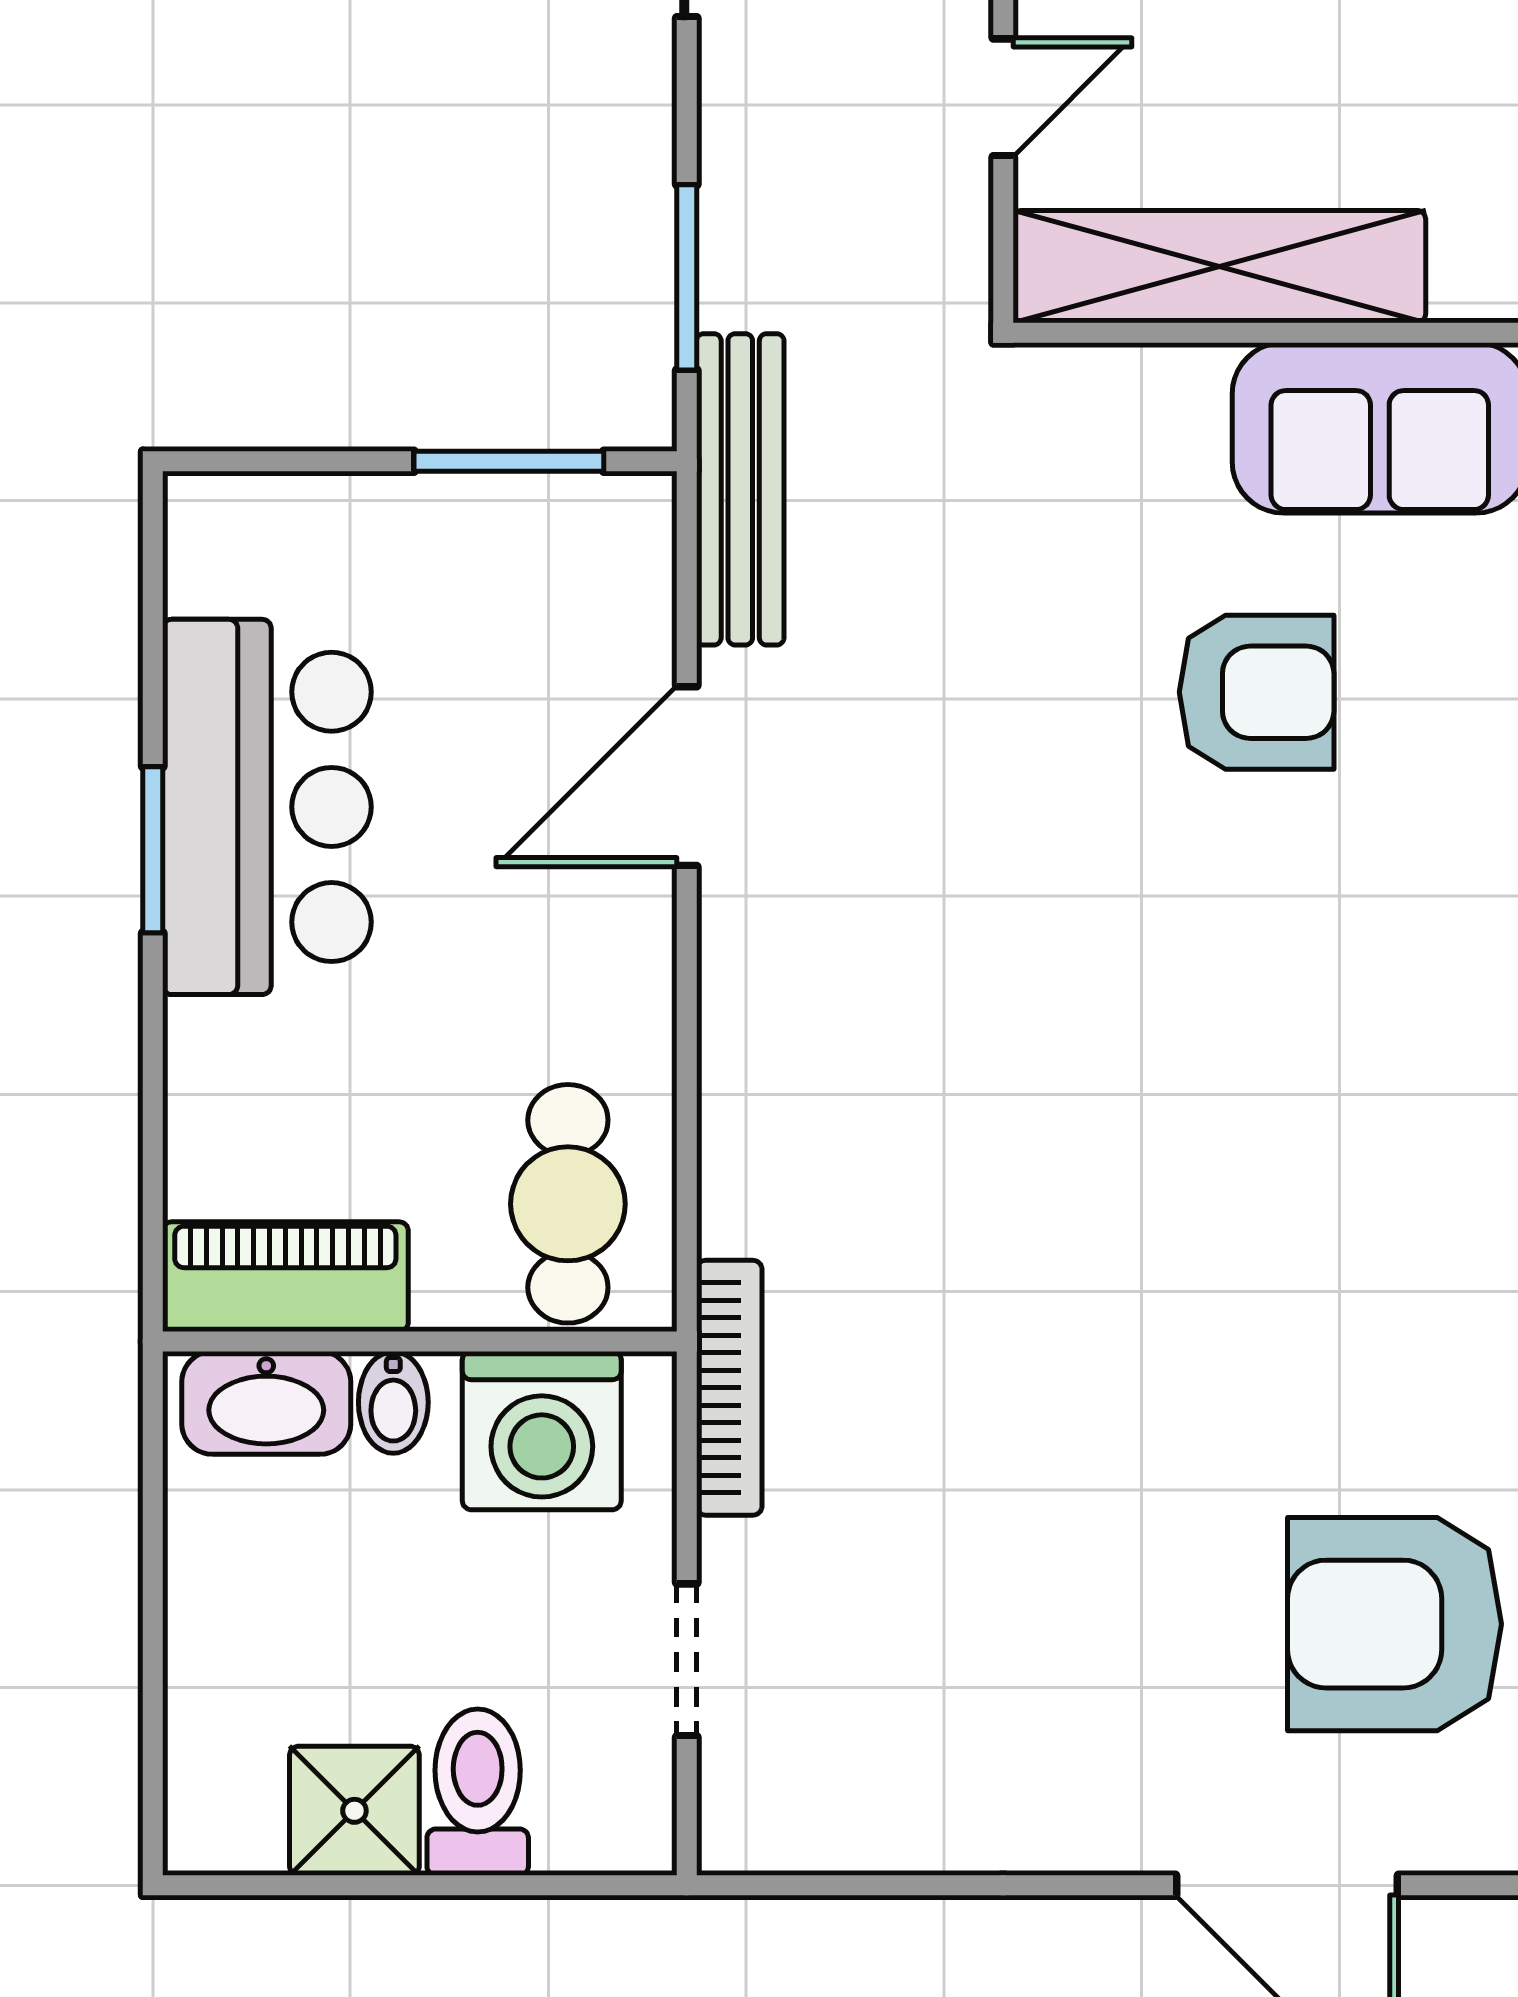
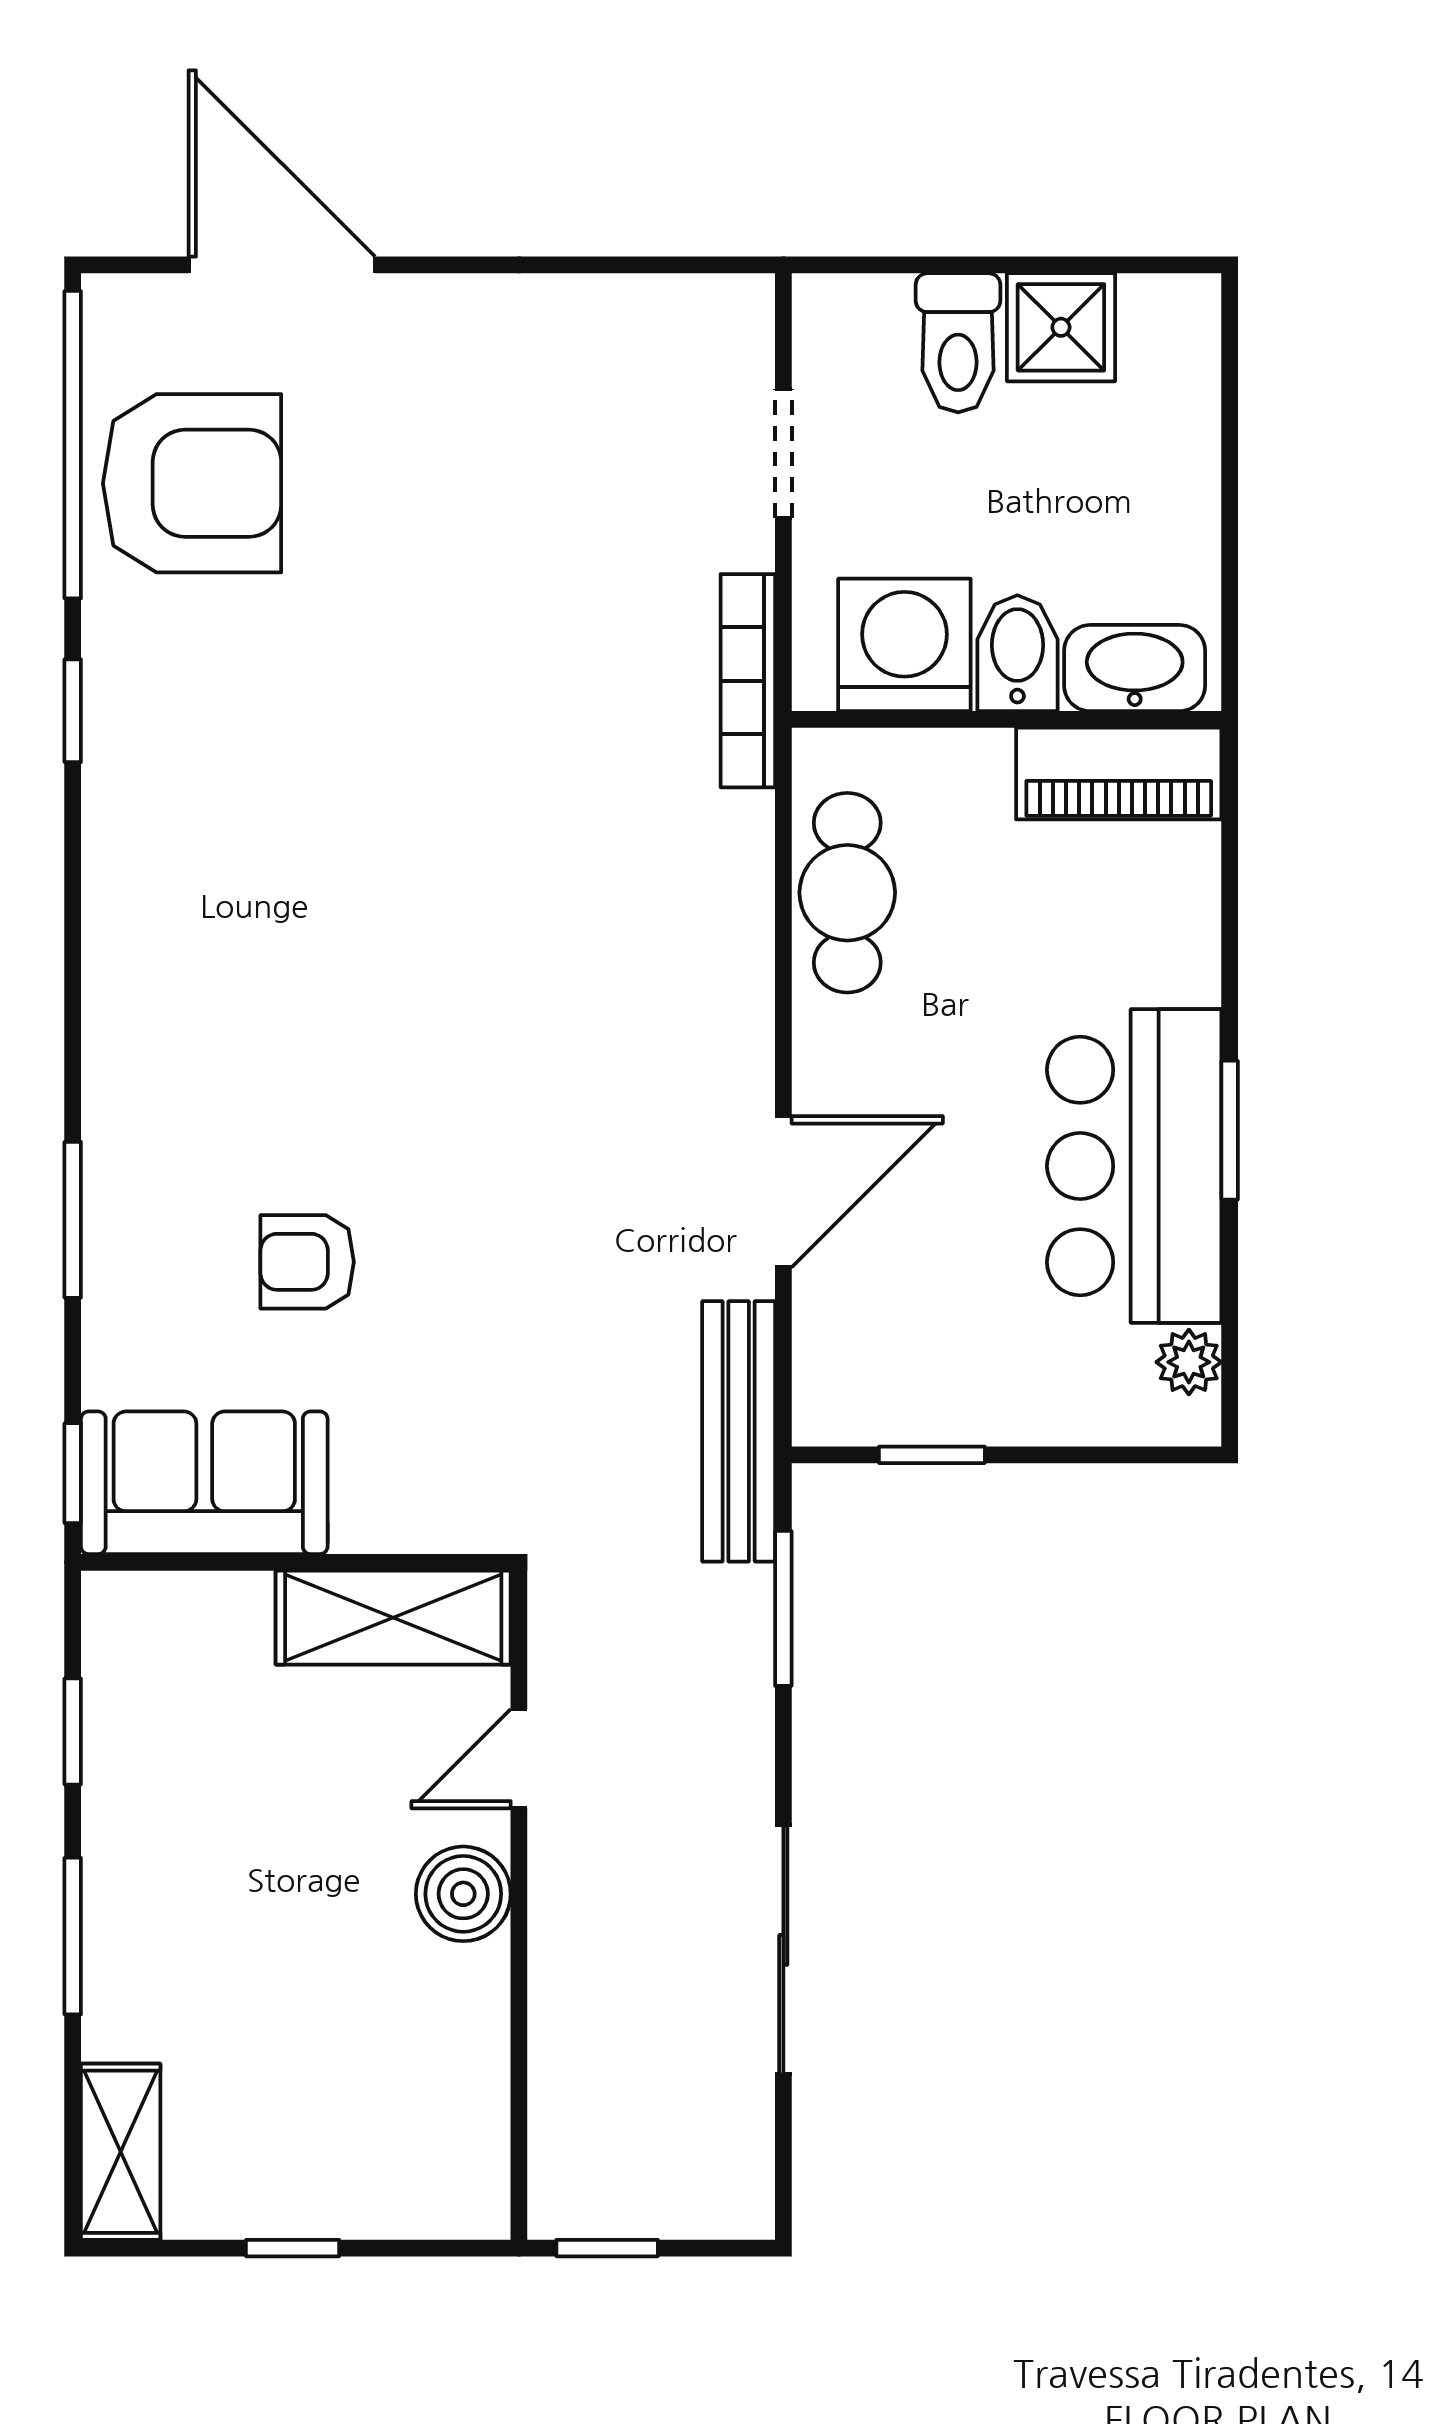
shelving: (1219, 267) -> (393, 1618), width x0.68
window: (509, 461) -> (932, 1455), width x0.67
plant: (201, 572) -> (1189, 1362), added
armchair: (1257, 692) -> (307, 1262), width x0.72, depth x0.72
cafe table: (568, 1204) -> (847, 893), moved
bidet: (393, 1402) -> (1017, 653), width x1.38, depth x1.36

